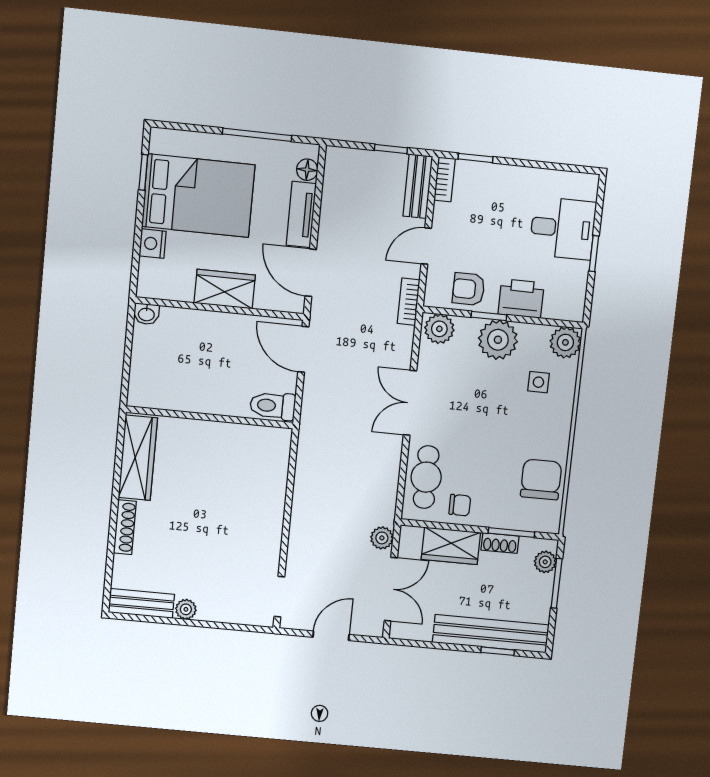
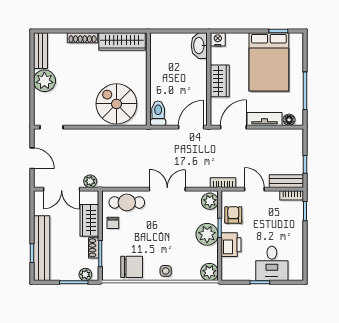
nightstand: (153, 244) -> (218, 39), moved
washbasin: (146, 314) -> (199, 46), width x1.91, depth x1.45
side table: (538, 382) -> (166, 271), moved
spiral stairs: (249, 478) -> (116, 104), added
plant: (186, 609) -> (44, 81), width x1.88, depth x1.88

